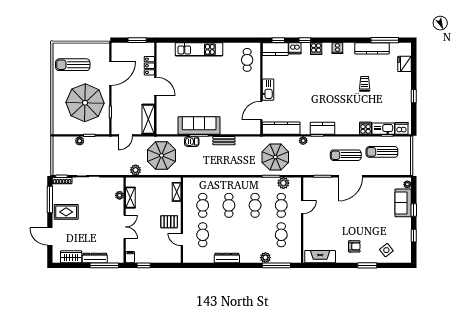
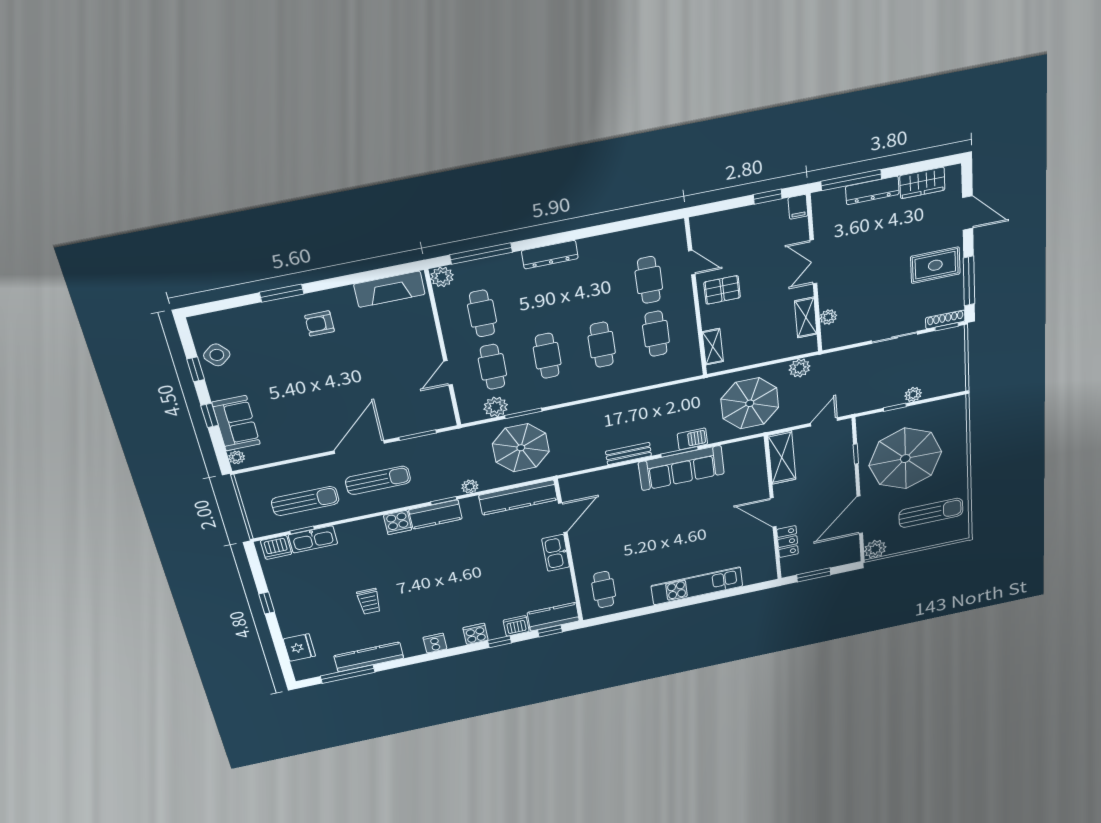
plant: (103, 49) -> (875, 549), added
cooker: (366, 128) -> (398, 522), moved
side table: (386, 250) -> (217, 355), moved
dresser: (227, 258) -> (550, 255), moved
plant: (265, 258) -> (442, 277), moved

